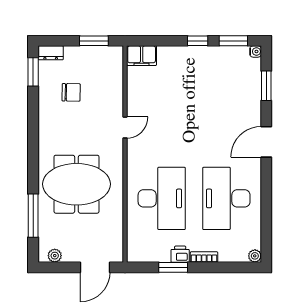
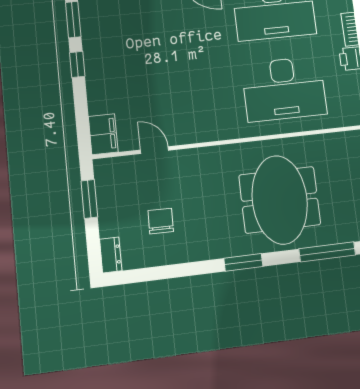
window: (33, 72) -> (243, 262), moved
door: (125, 128) -> (155, 150), moved
desk: (162, 198) -> (284, 89), turned 180

